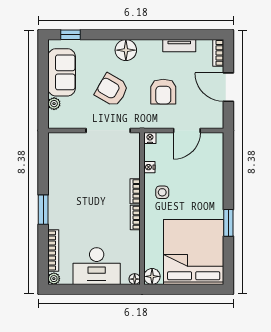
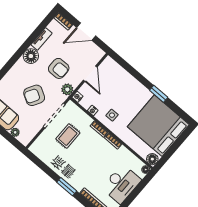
floor lamp: (126, 50) -> (31, 56), moved
plant: (149, 120) -> (67, 89), added
rug: (99, 164) -> (68, 136), added

